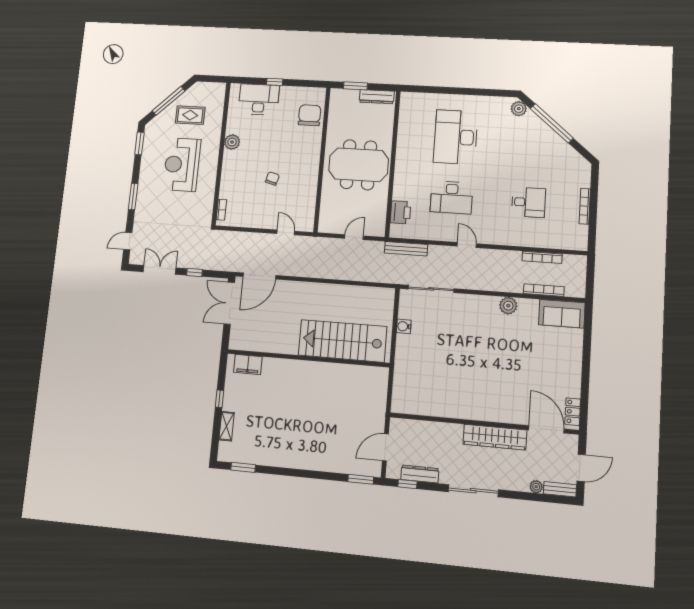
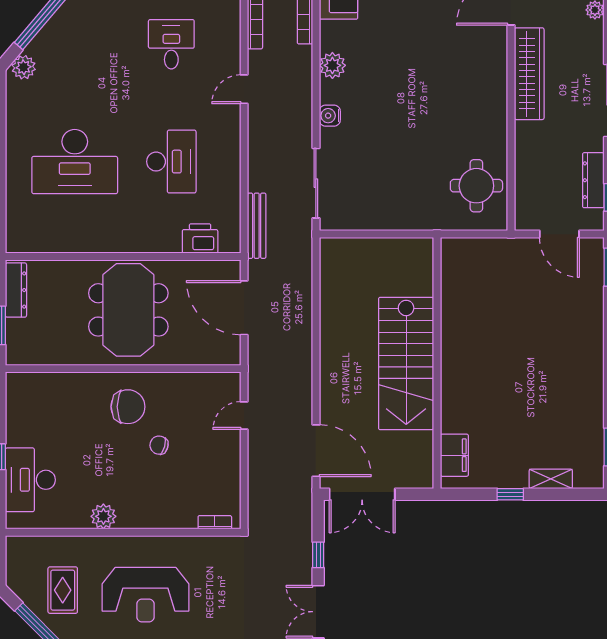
chair: (310, 115) -> (128, 407), moved, turned 180
door: (354, 237) -> (244, 308), width x1.88
door: (467, 245) -> (244, 89), moved
water cooler: (404, 326) -> (330, 116), moved, turned 90
stairs: (342, 341) -> (406, 364), moved
round table: (422, 394) -> (476, 186), added

